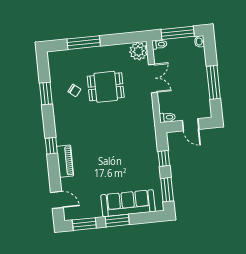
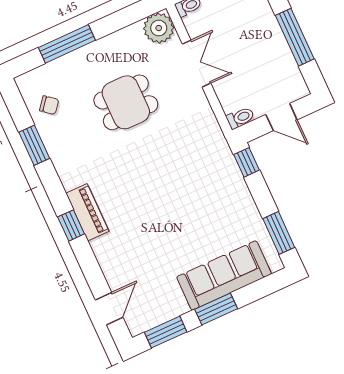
chair: (74, 90) -> (49, 105), moved
window: (164, 158) -> (246, 162), moved
piano: (65, 161) -> (87, 212), moved
door: (57, 200) -> (109, 309), hinge flipped

